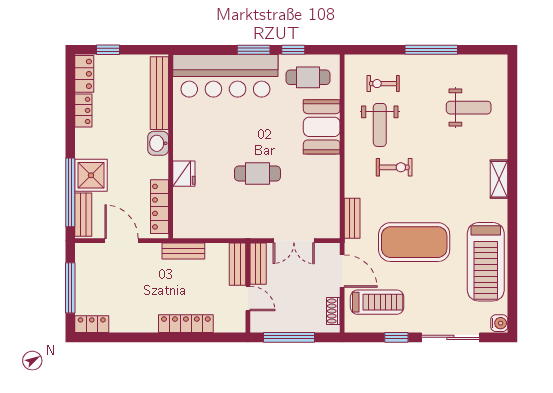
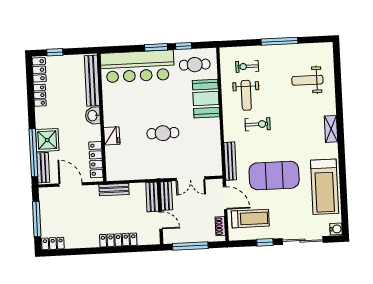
weight bench: (469, 108) -> (307, 80), turned 180
bench: (352, 218) -> (230, 161), width x1.36

